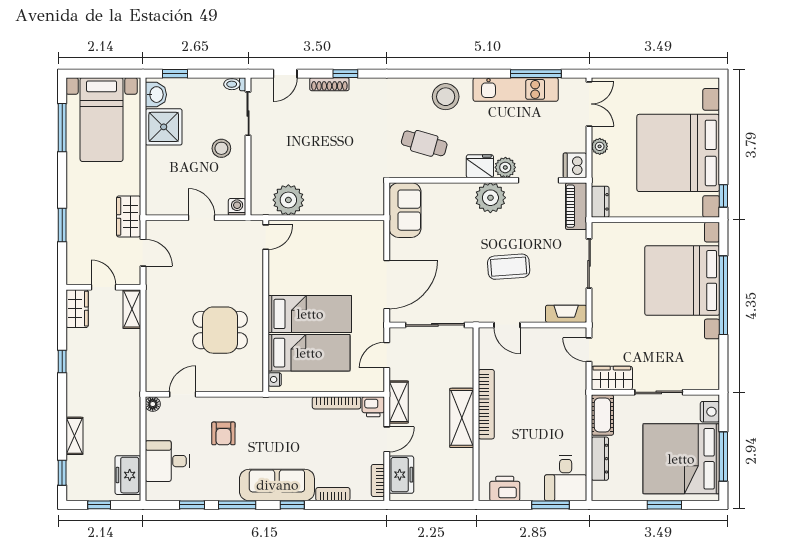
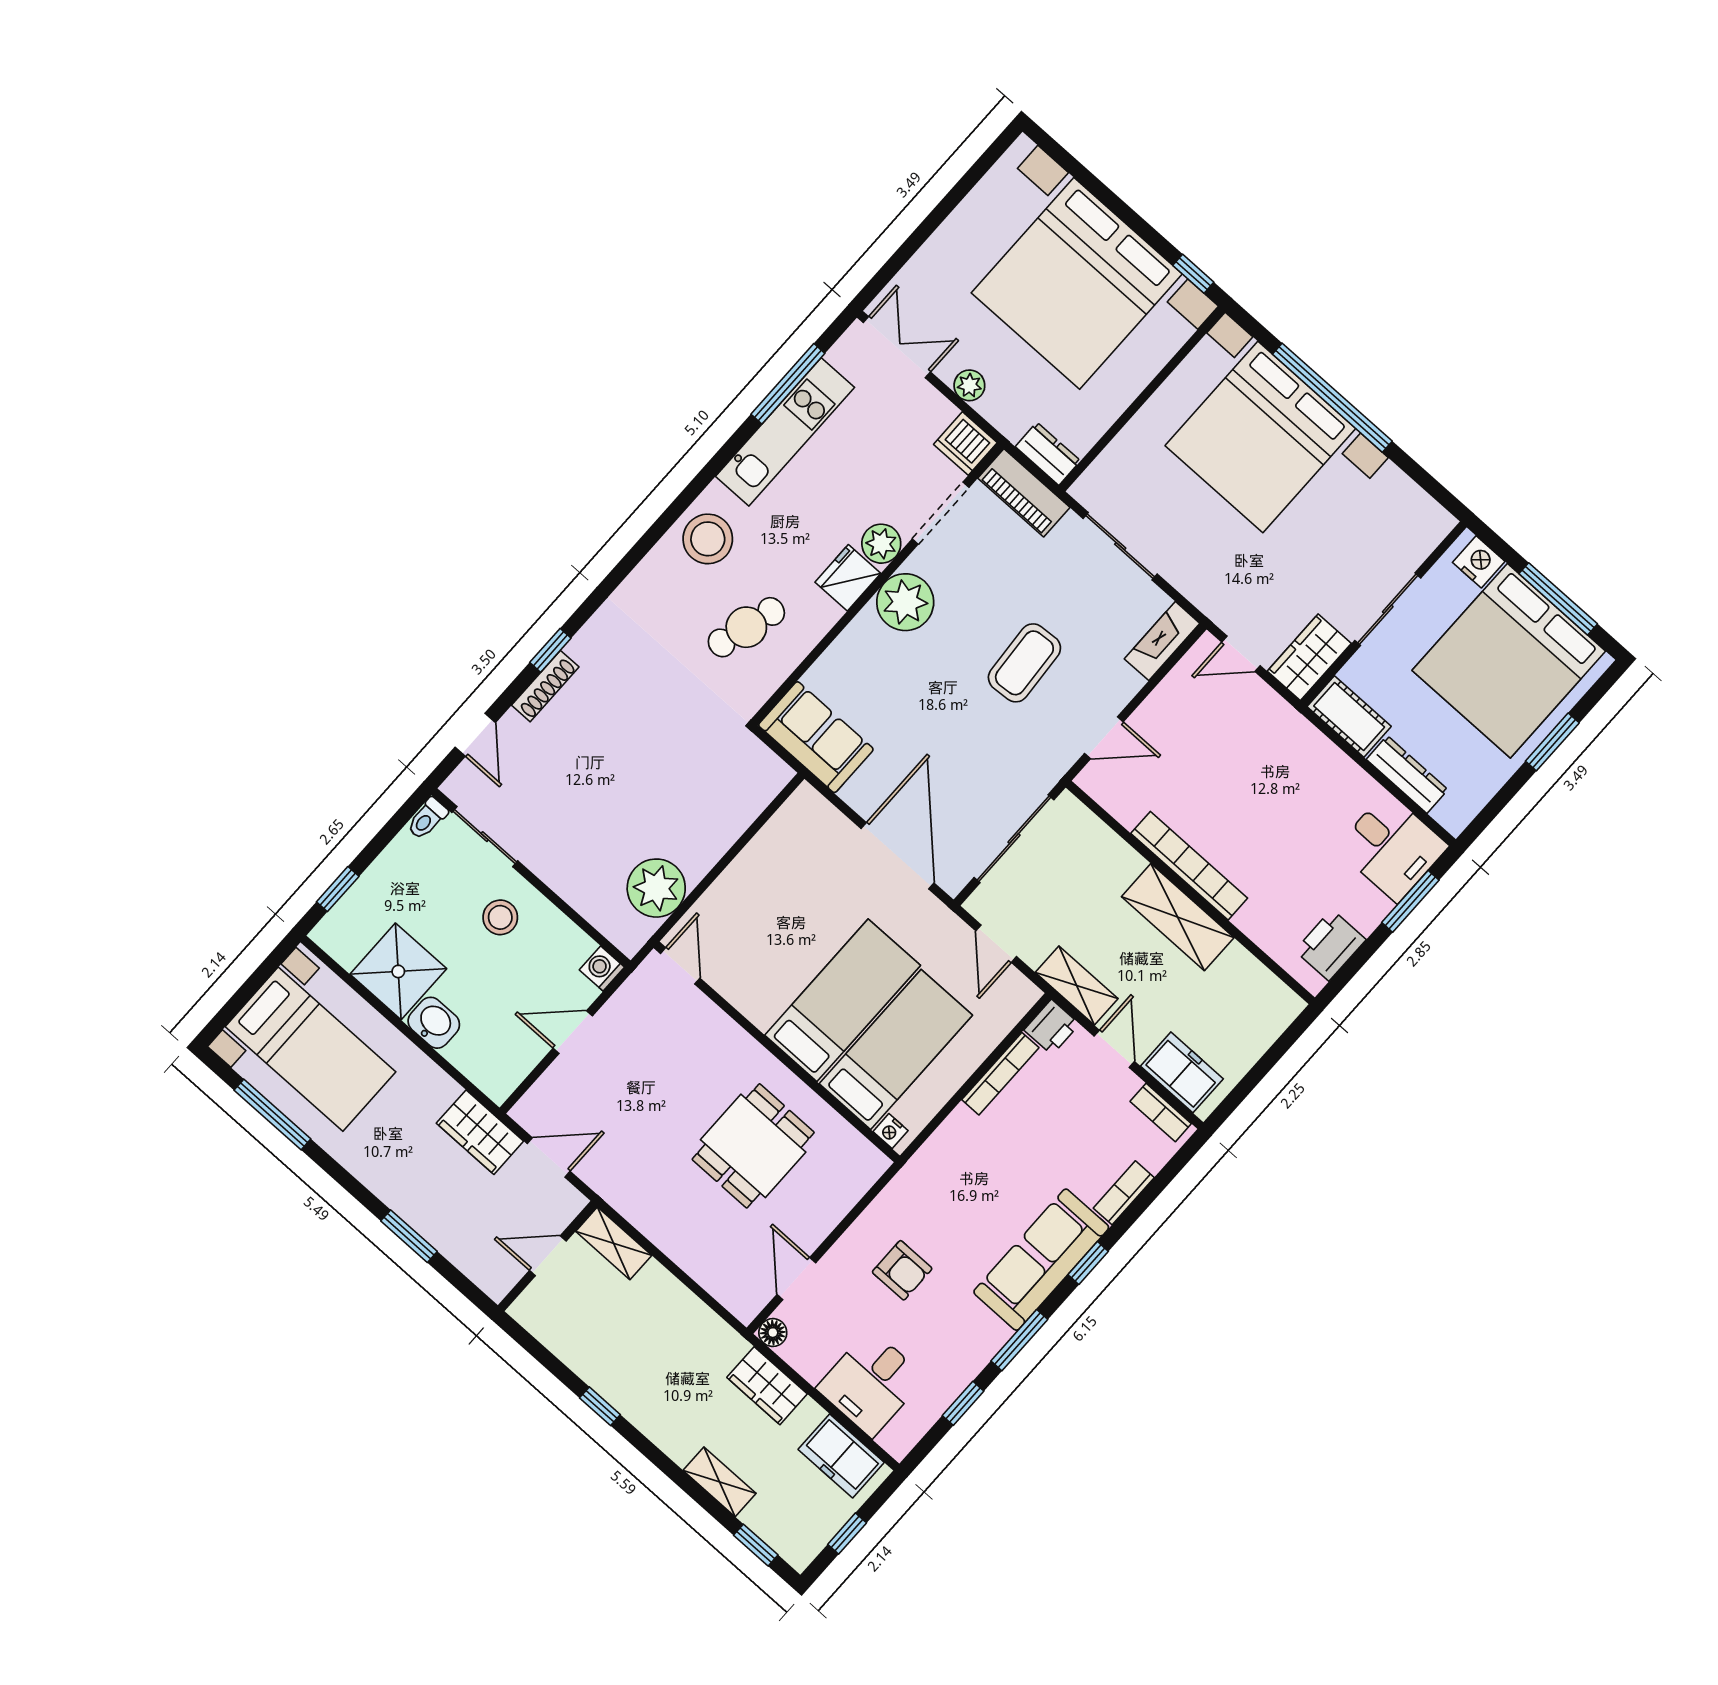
washbasin: (156, 95) -> (434, 1023), moved
wardrobe: (77, 309) -> (767, 1386), moved, turned 180

